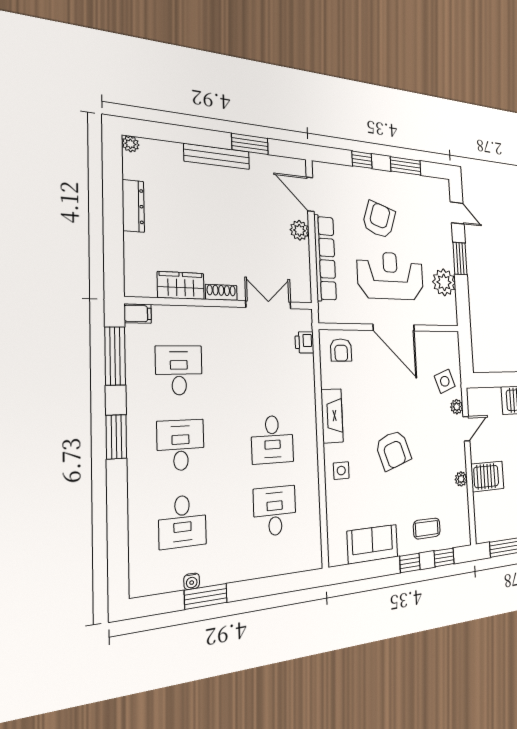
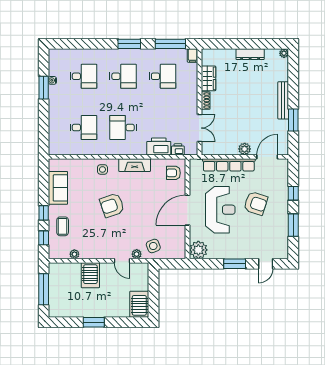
plant: (444, 282) -> (198, 250), moved
printer: (301, 375) -> (159, 146), added
plant: (461, 479) -> (74, 254), moved
desk: (182, 521) -> (83, 76), turned 180

